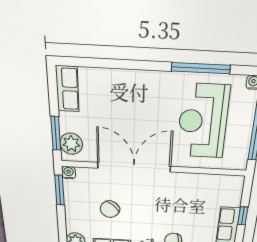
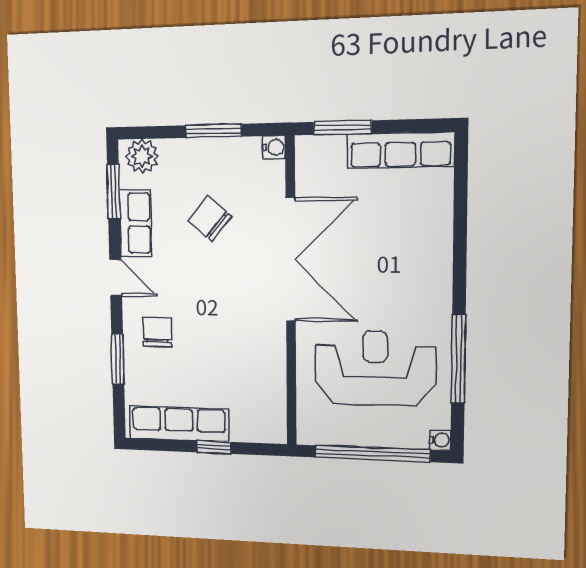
row of seats: (67, 89) -> (400, 150), width x1.48
plant: (71, 144) -> (326, 154), removed
window: (60, 190) -> (214, 131), moved

